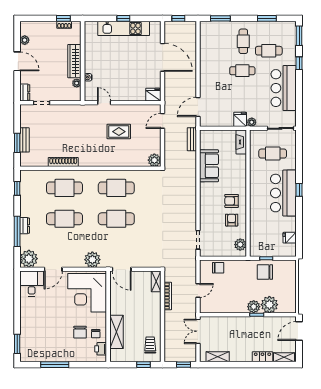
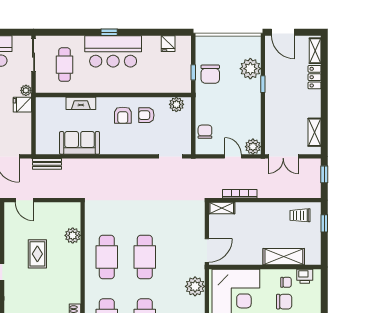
fireplace: (241, 142) -> (81, 103), moved
plant: (154, 160) -> (73, 235), moved
plant: (254, 307) -> (253, 147), moved

